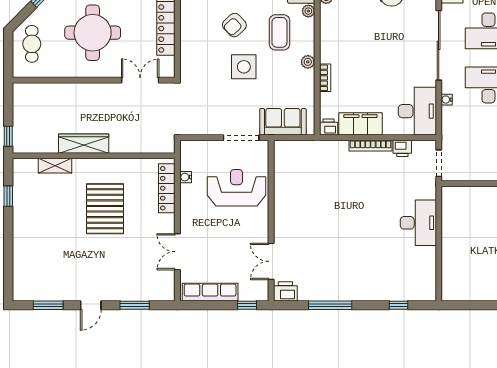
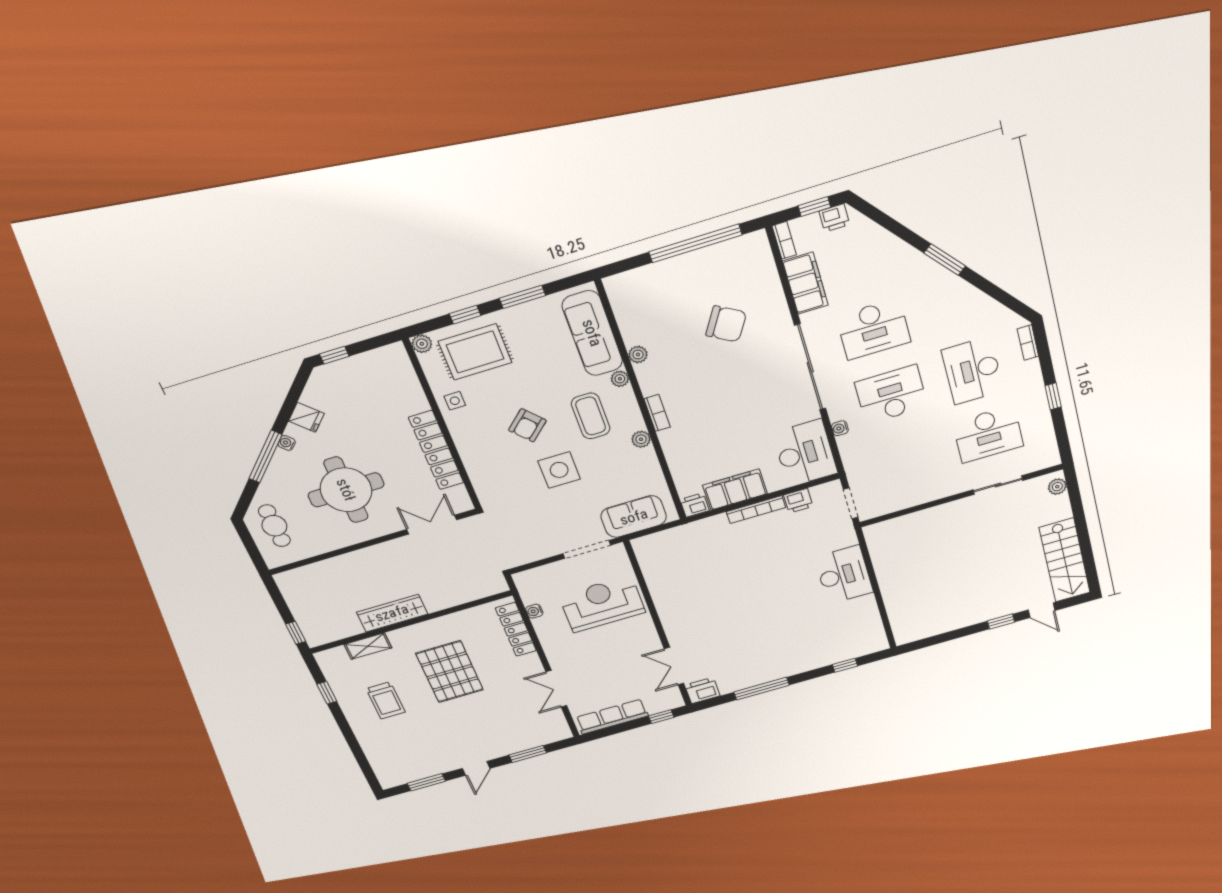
bookcase: (325, 78) -> (657, 413), moved
trolley: (48, 218) -> (386, 700), added

